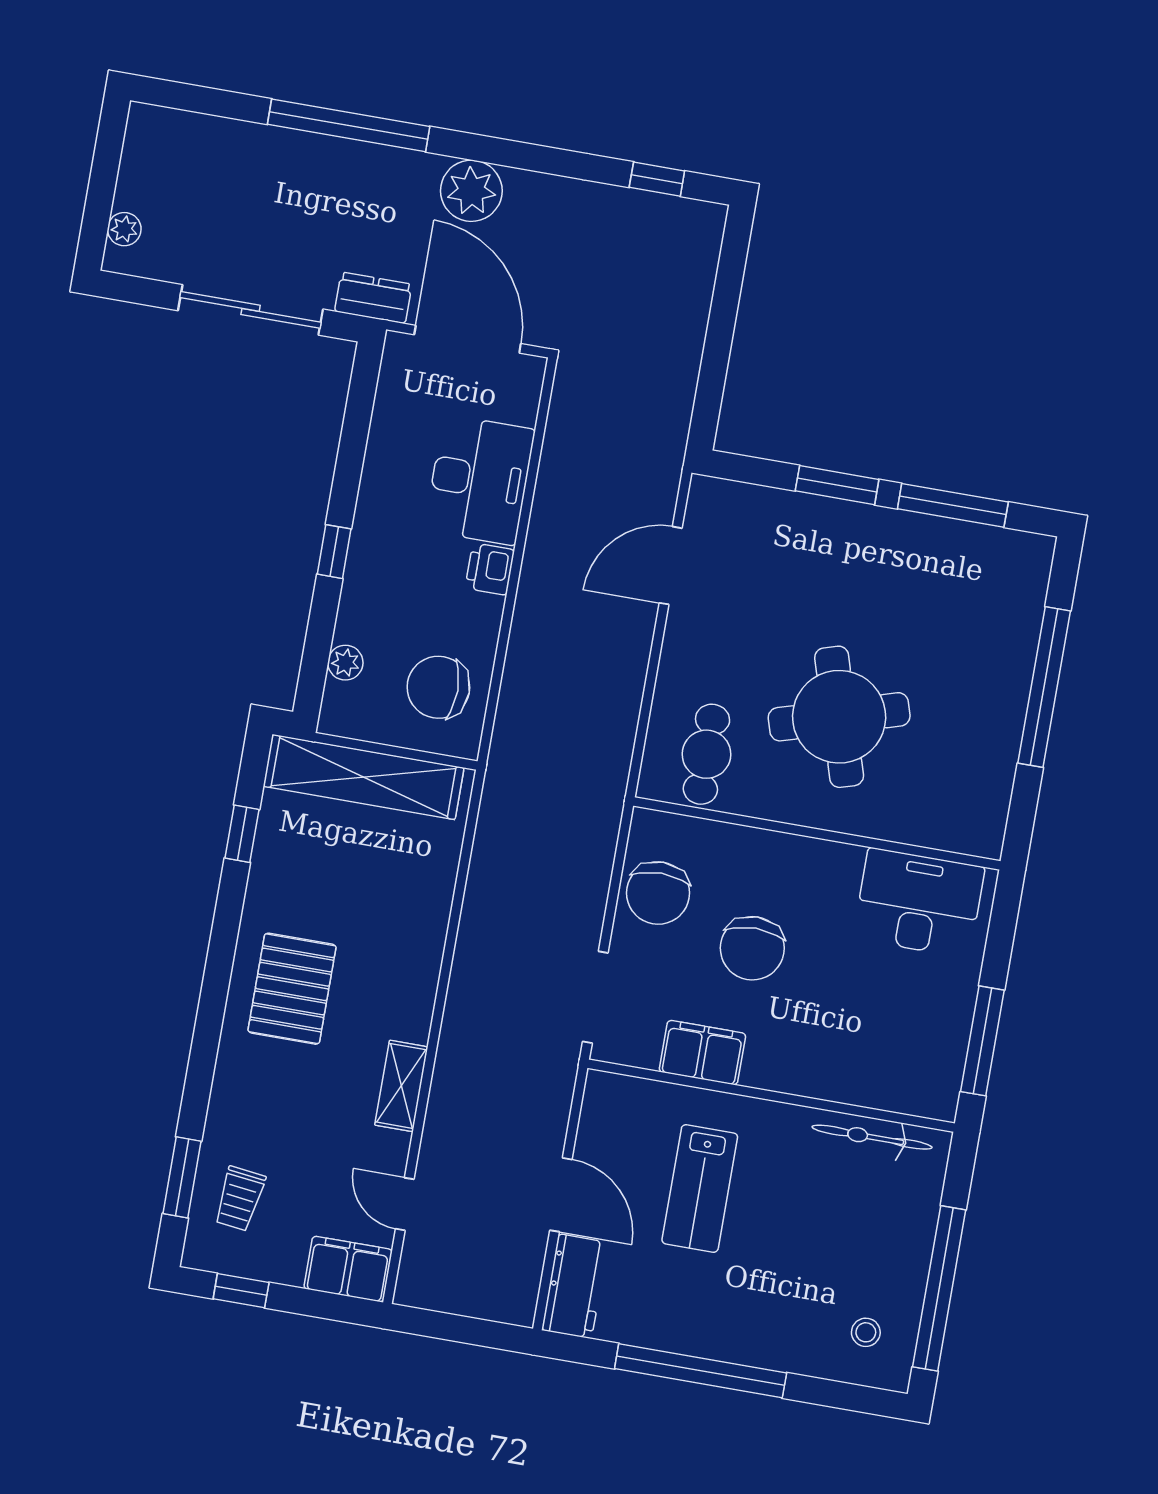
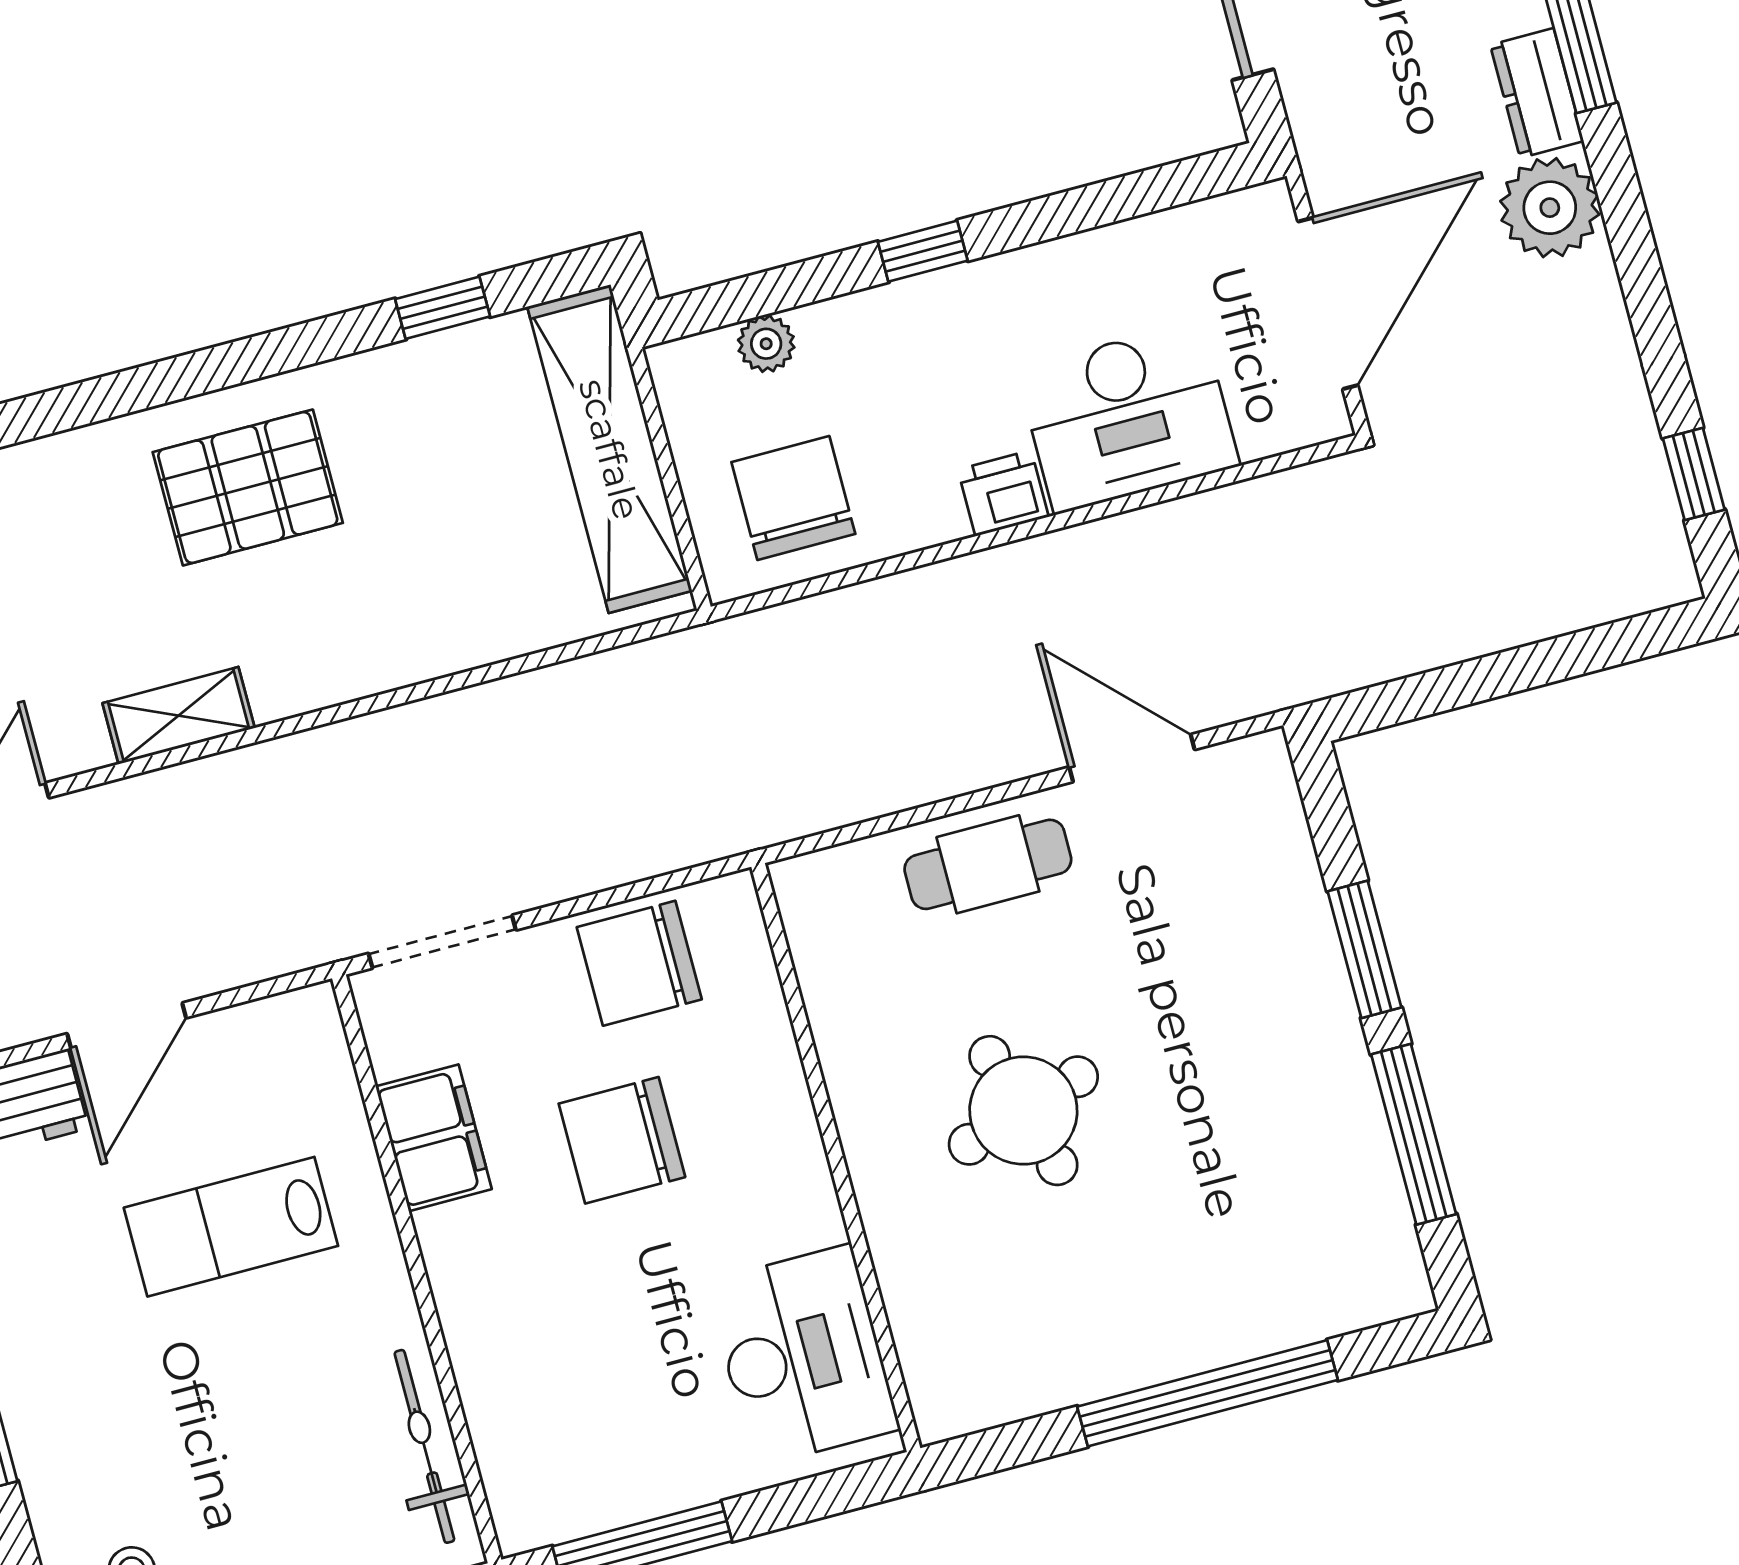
dresser: (373, 298) -> (1537, 93), moved, turned 180
round table: (839, 717) -> (1023, 1111), width x0.73, depth x0.73
cafe table: (706, 754) -> (988, 864), moved

